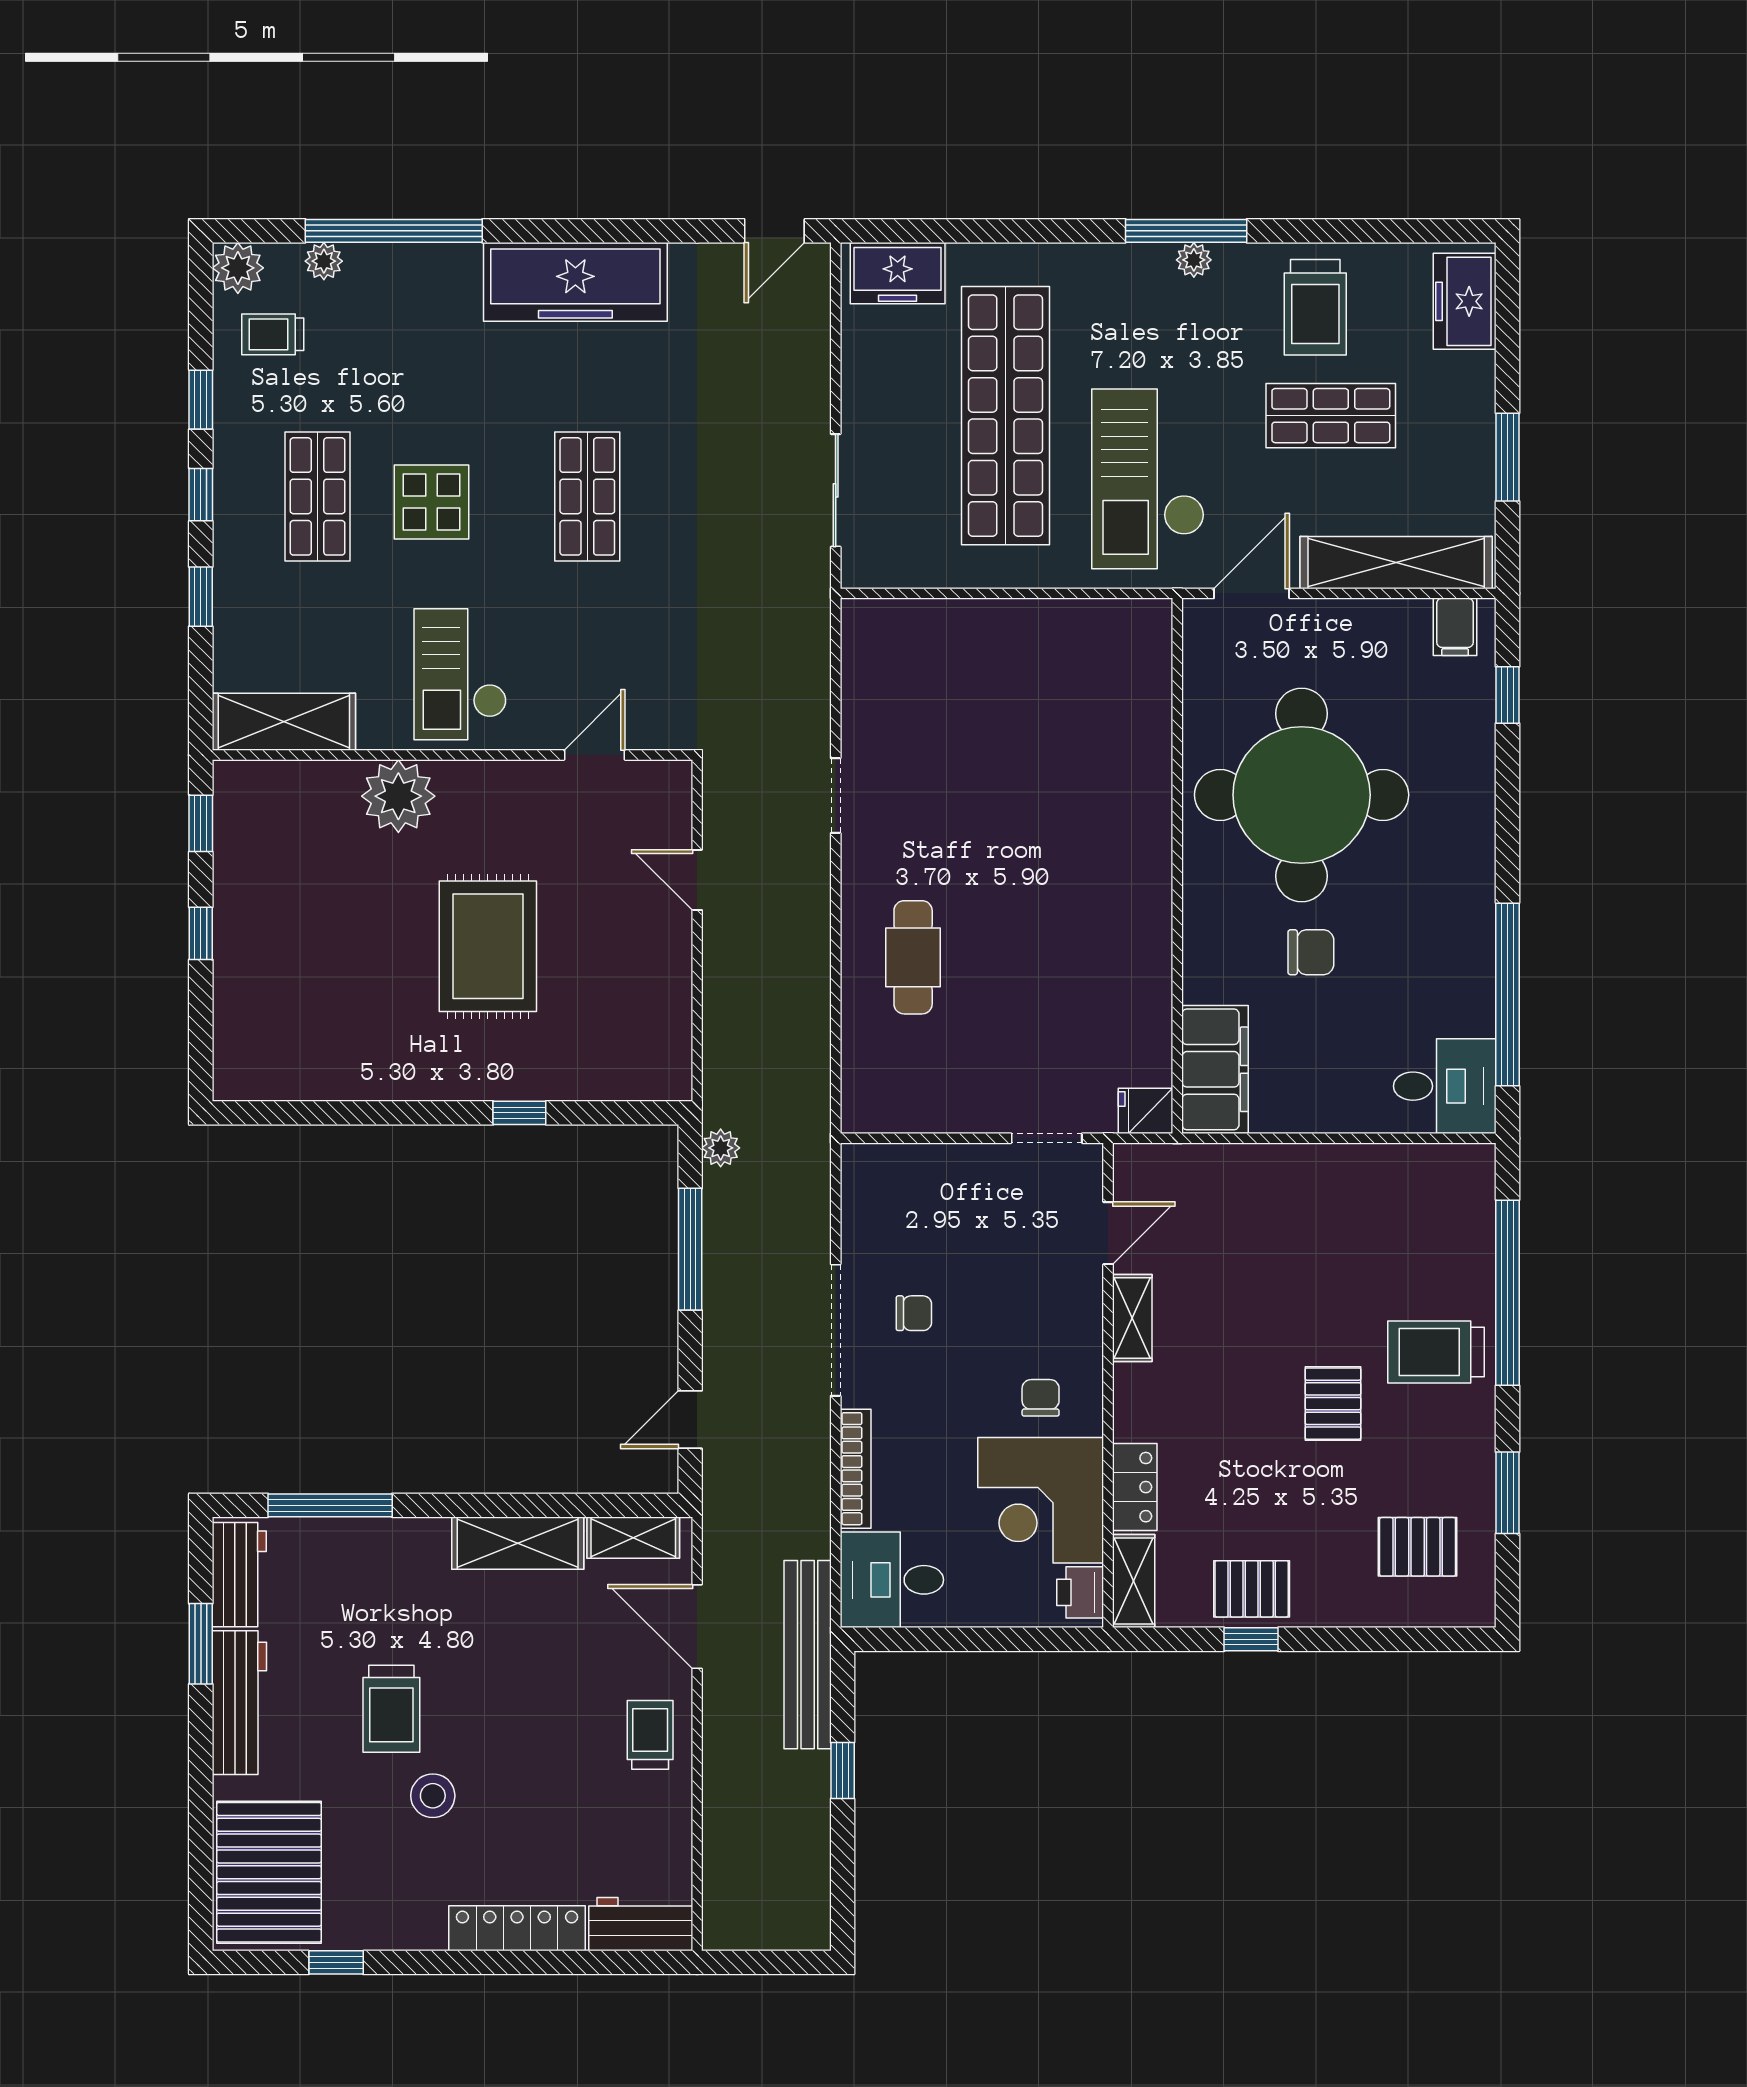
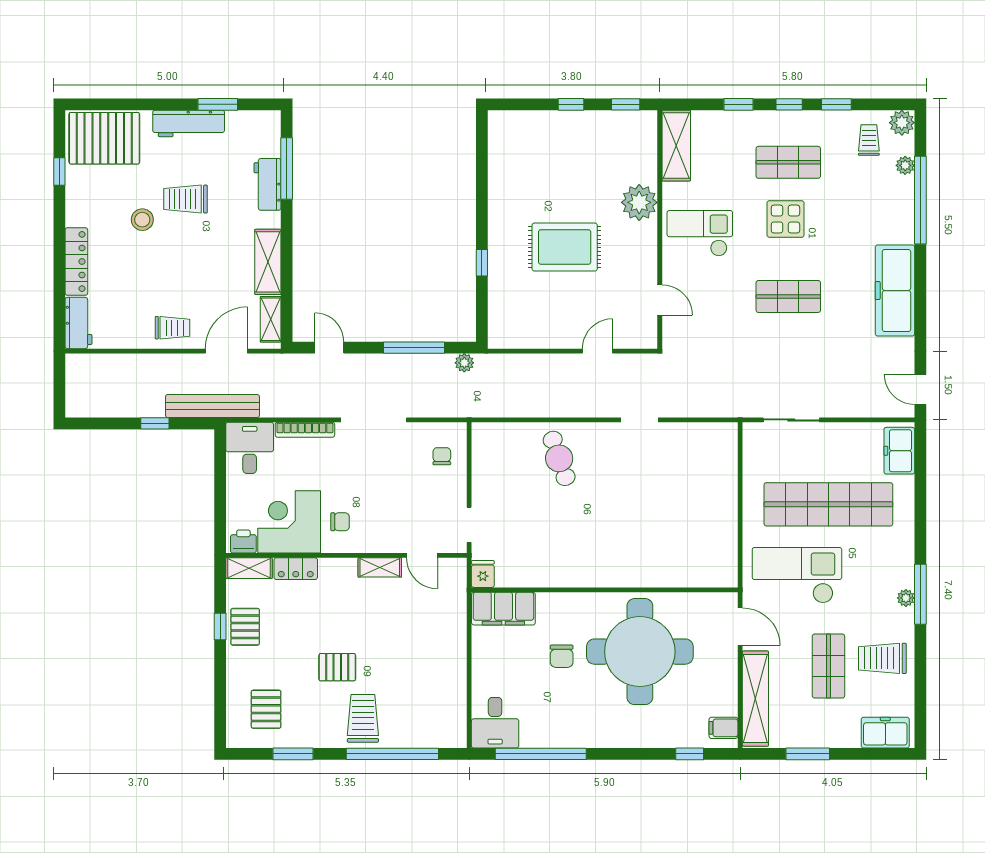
cafe table: (913, 957) -> (559, 458), turned 71
chair: (914, 1313) -> (442, 456), moved, turned 180
workbench: (239, 1575) -> (268, 184), moved, turned 90

